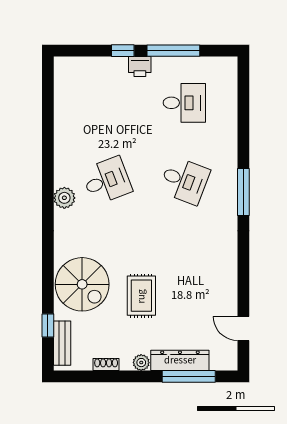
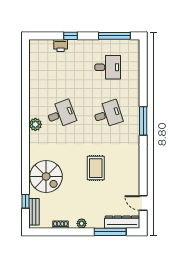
window: (173, 51) -> (114, 36), moved
printer: (140, 67) -> (61, 45), moved
desk: (184, 181) -> (108, 114), turned -39
rug: (141, 296) -> (96, 168), moved
dresser: (180, 360) -> (122, 222), moved

